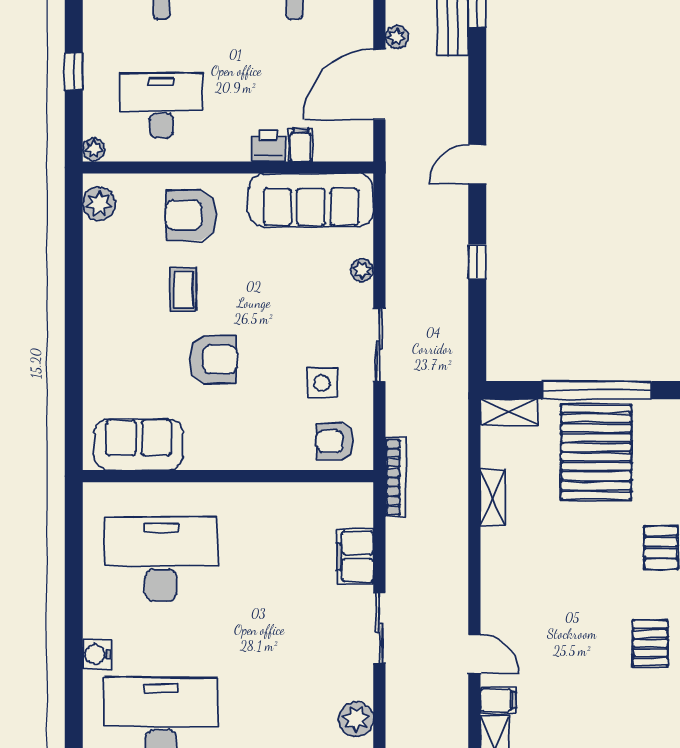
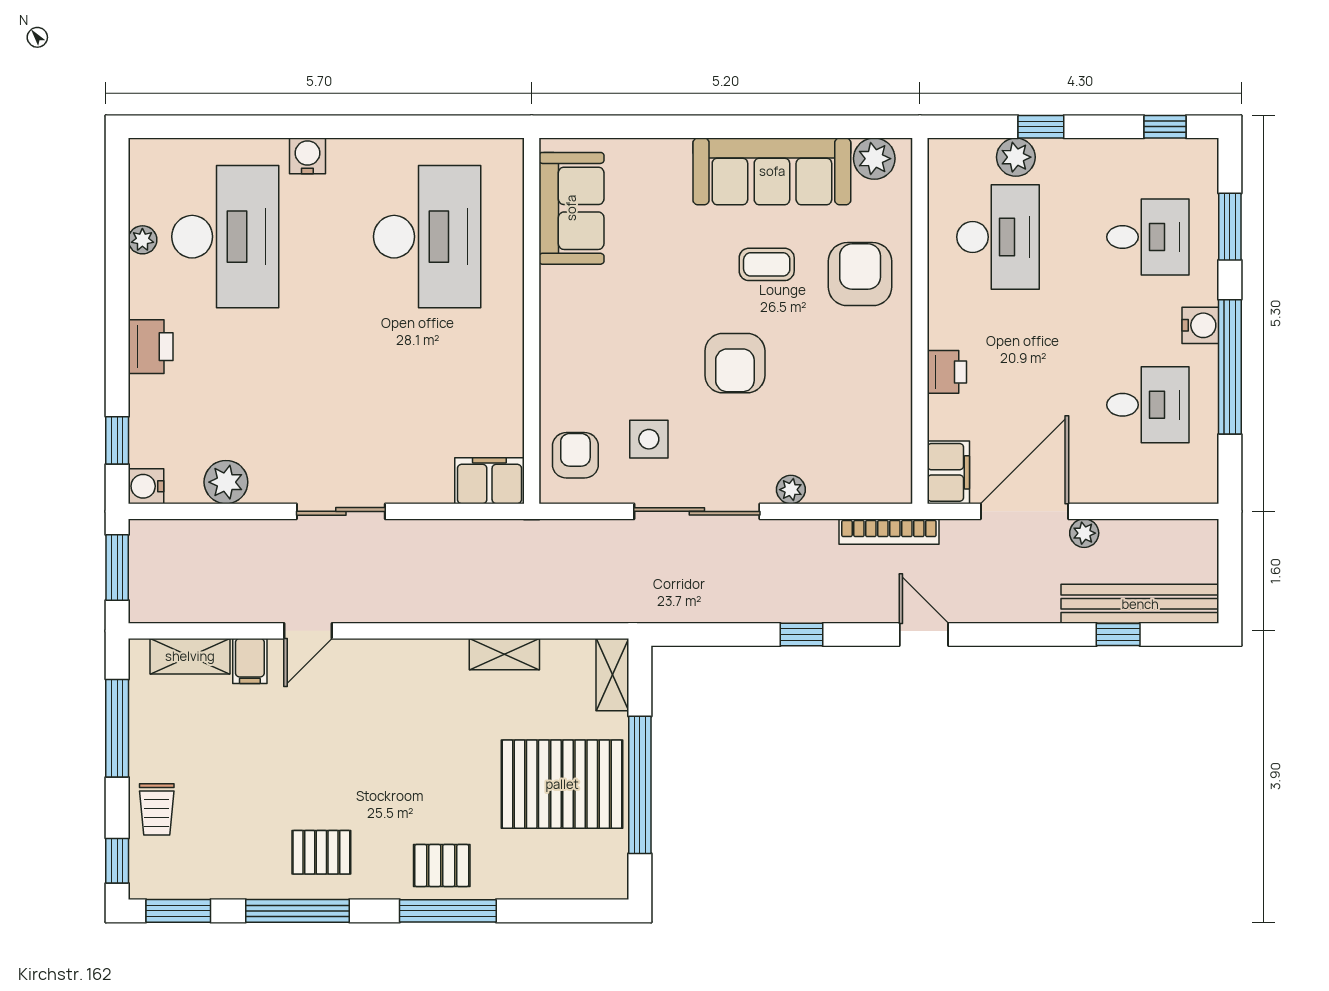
door: (379, 84) -> (1024, 511), hinge flipped
filing cabinet: (301, 145) -> (948, 472), moved, width x2.00
plant: (94, 149) -> (1016, 157), moved, width x1.38, depth x1.38
sofa: (311, 200) -> (772, 171), moved, turned -90
sliding door: (379, 345) -> (697, 511), width x1.37
armchair: (213, 359) -> (735, 363), moved
bookcase: (395, 477) -> (889, 532), moved
filing cabinet: (355, 557) -> (489, 481), moved

